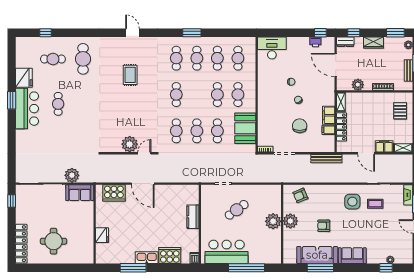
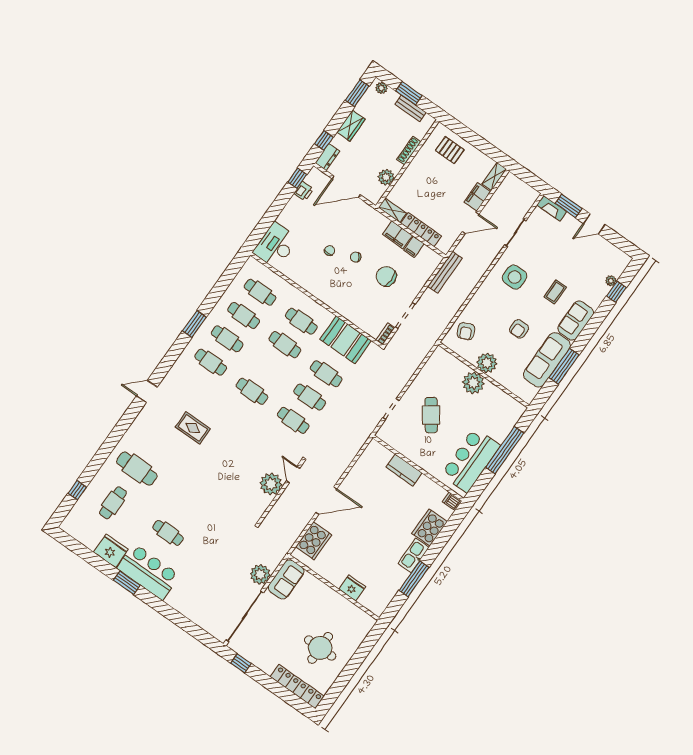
coffee table: (375, 204) -> (555, 292), moved

